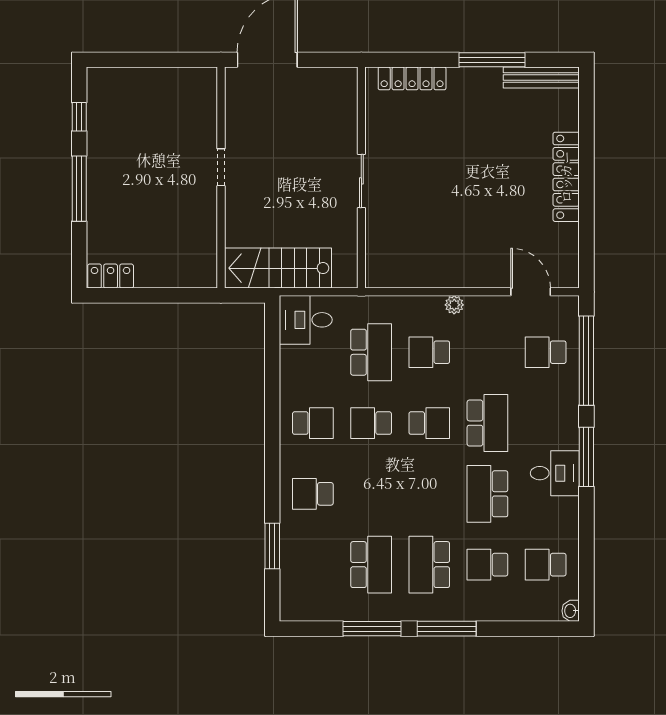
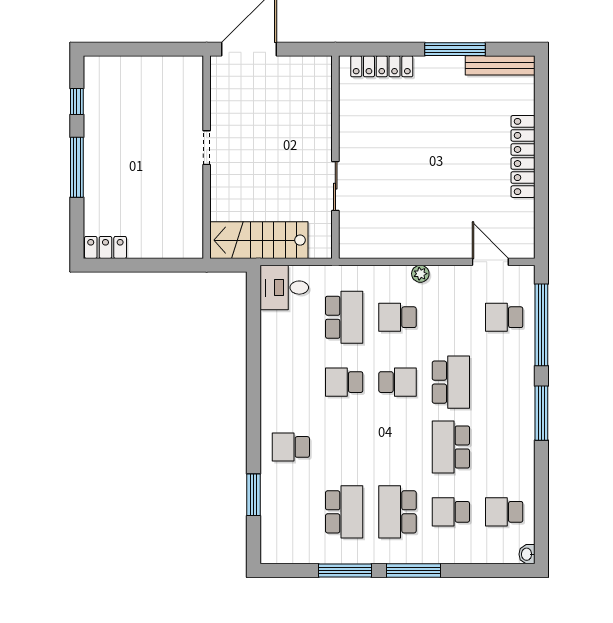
sliding door: (361, 181) -> (335, 186), moved
school desk: (313, 423) -> (291, 382), removed
desk: (555, 473) -> (513, 428), removed

